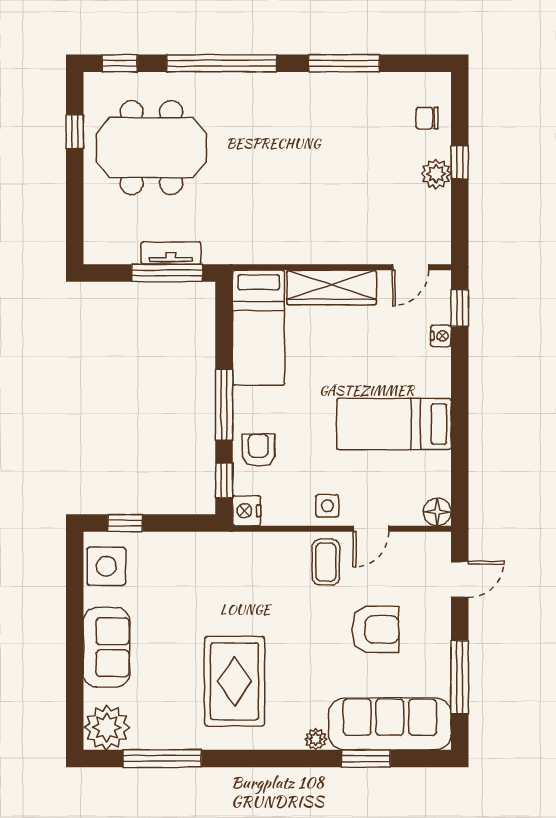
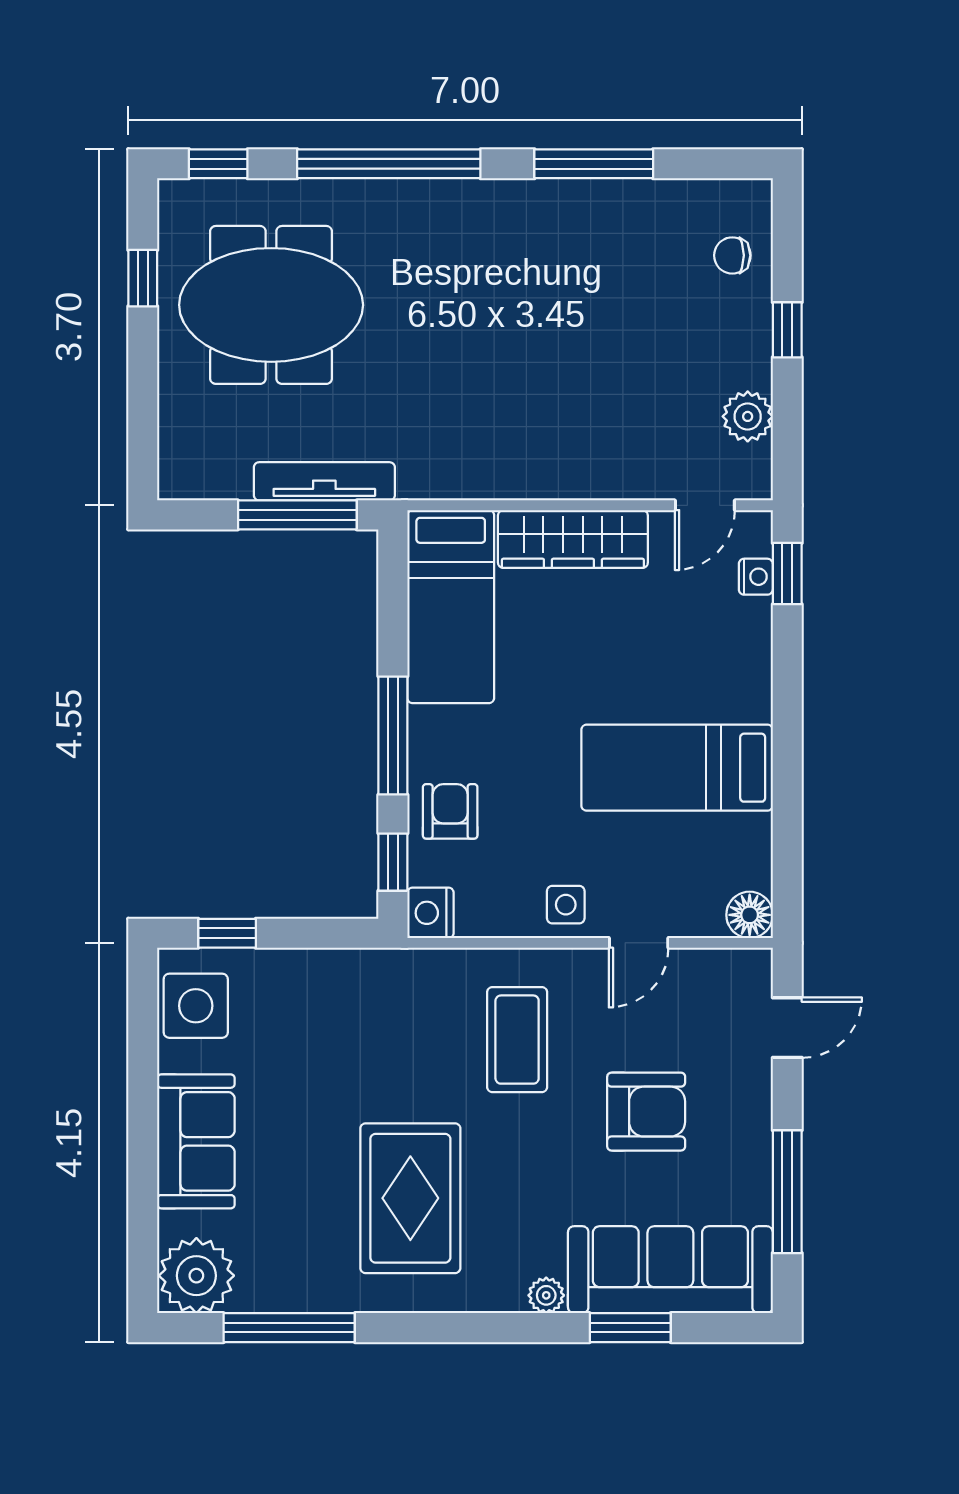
plant: (436, 174) -> (748, 416), moved
tv unit: (171, 253) -> (324, 481), width x1.41
nightstand: (441, 336) -> (756, 577), moved
coffee table: (326, 562) -> (517, 1040), moved, width x1.36, depth x1.30

